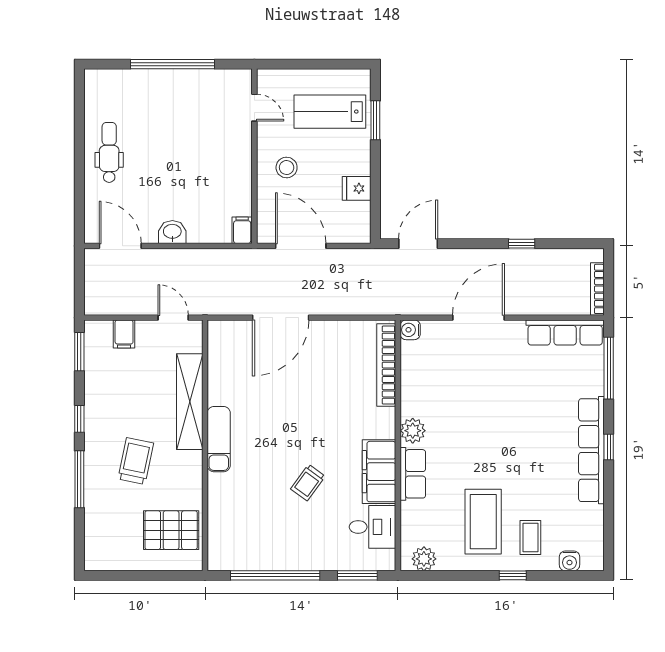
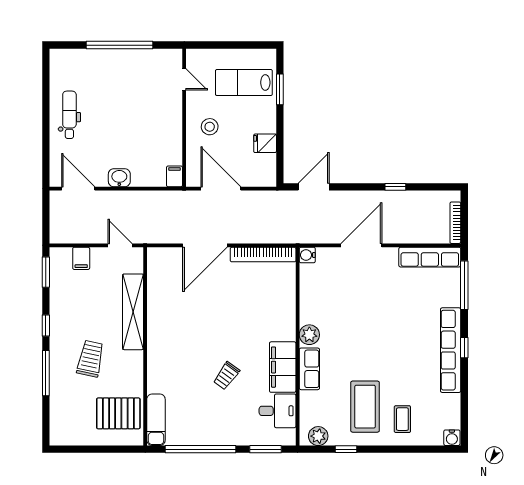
bookcase: (386, 365) -> (263, 255), moved, turned -90
exam couch: (219, 439) -> (156, 420), moved
water cooler: (569, 561) -> (452, 438), moved
window: (513, 575) -> (346, 449), moved

